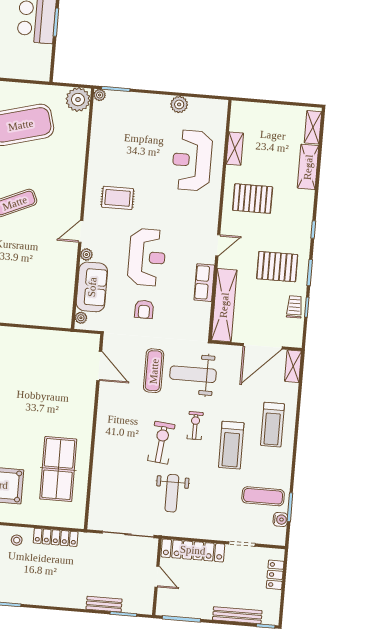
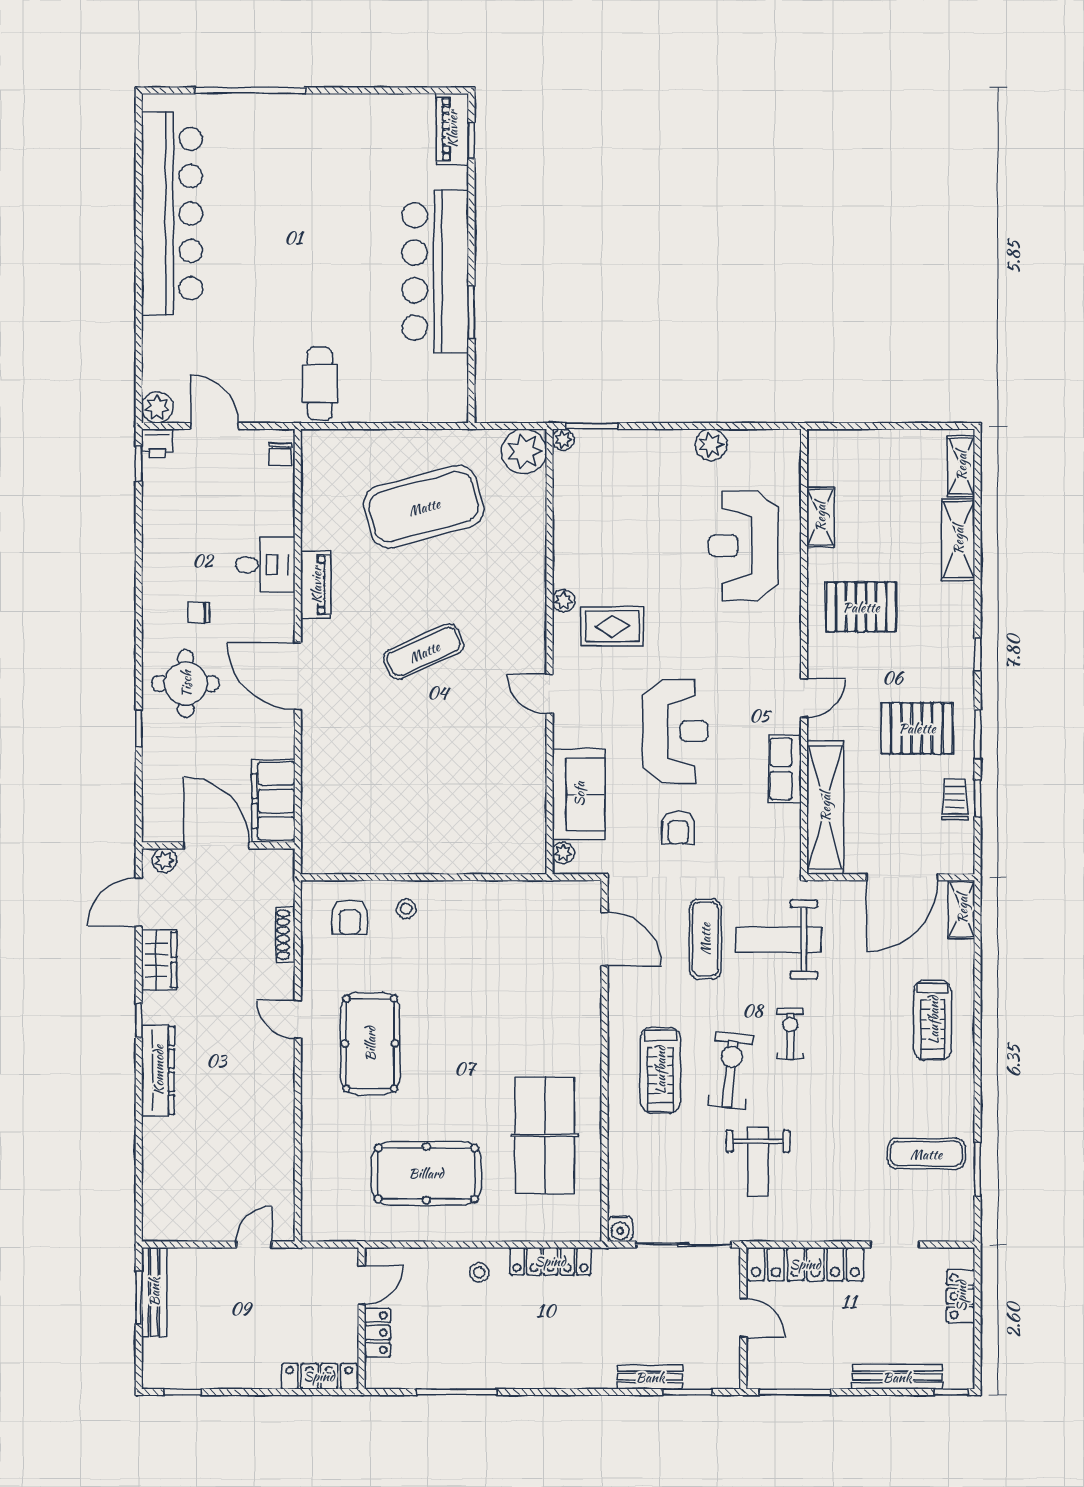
door: (81, 231) -> (549, 694), hinge flipped
plant: (86, 255) -> (564, 601), moved
treadmill: (231, 445) -> (660, 1070), moved
water cooler: (280, 519) -> (620, 1229), moved, turned 90

